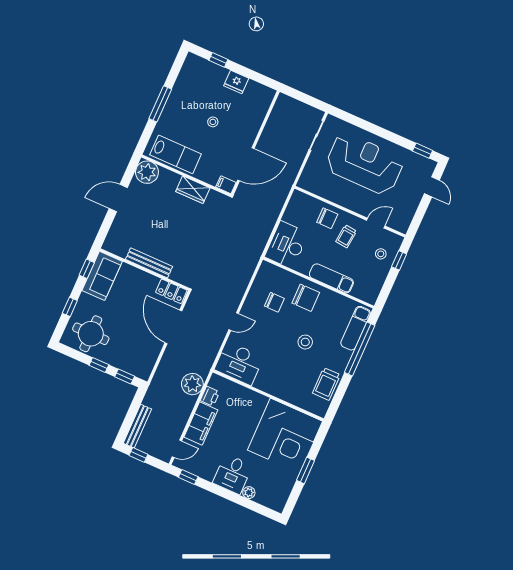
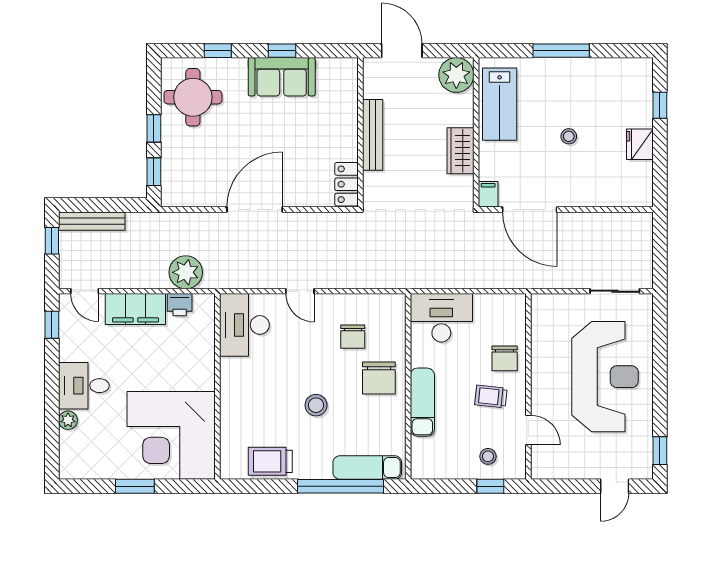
bench: (149, 263) -> (373, 135), moved
wall: (144, 269) -> (360, 132), moved
locker: (171, 291) -> (347, 184), moved

